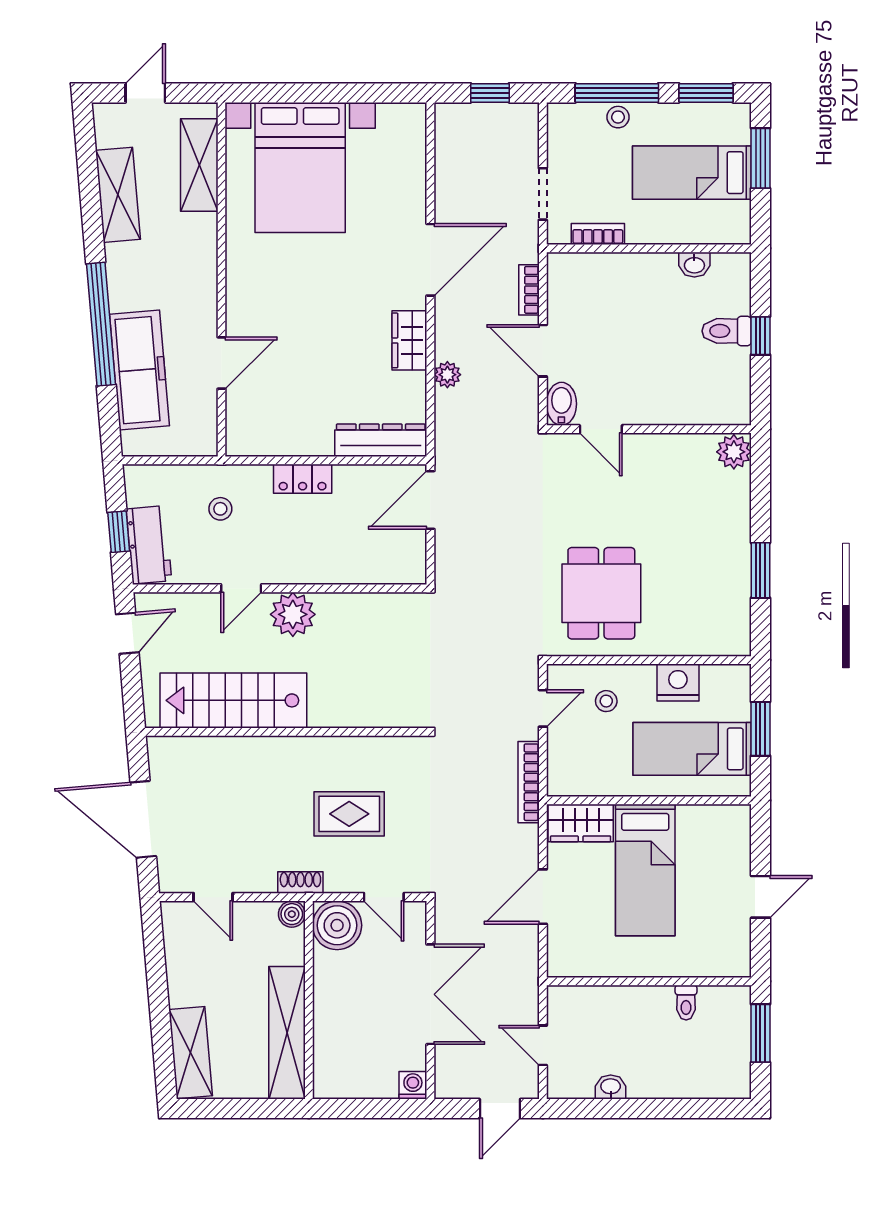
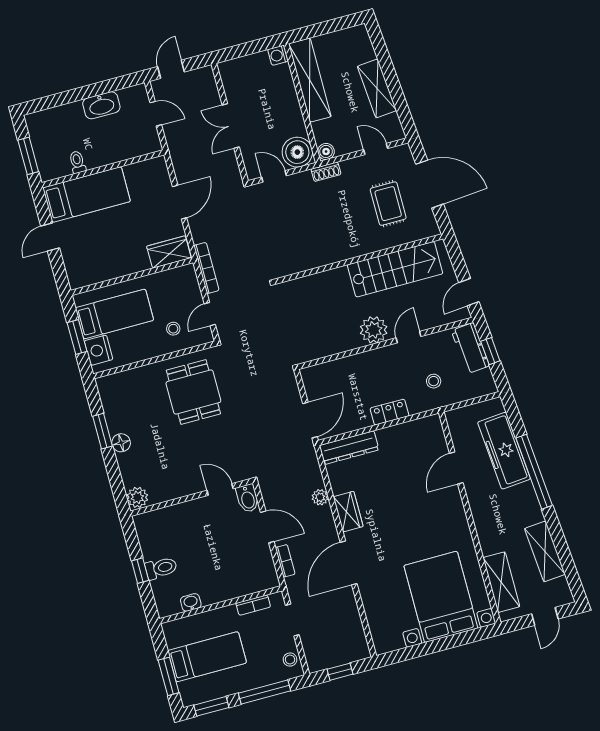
stool: (618, 117) -> (290, 660), moved
floor lamp: (736, 544) -> (121, 443), added
nightstand: (678, 683) -> (99, 350), moved, turned 90
rug: (349, 814) -> (388, 204), moved, turned 90
bed: (645, 870) -> (87, 195), moved, turned 90
double door: (430, 994) -> (231, 126), width x0.73
shelving: (191, 1053) -> (377, 88), moved
washing machine: (413, 1085) -> (278, 55), moved, turned 90
washbasin: (611, 1087) -> (101, 105), width x1.91, depth x1.45

